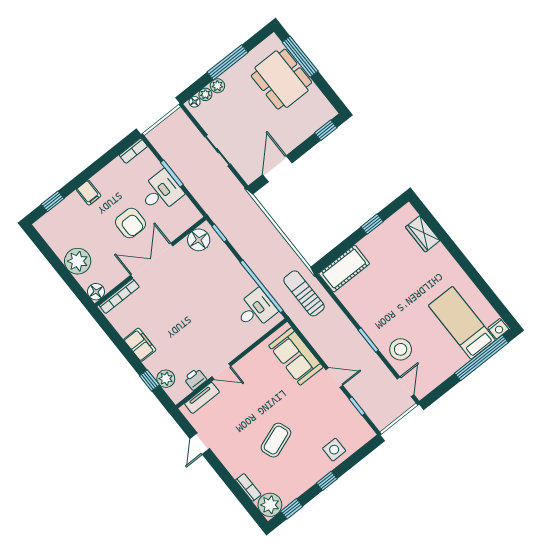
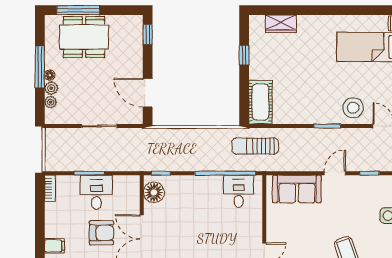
floor lamp: (195, 102) -> (50, 75), moved

